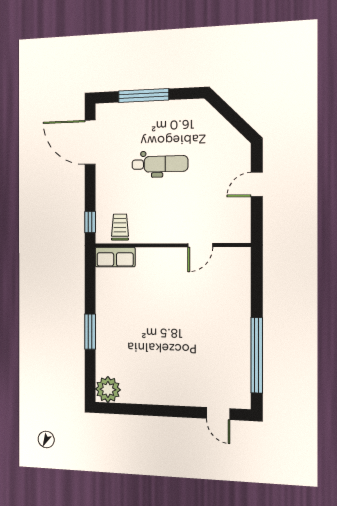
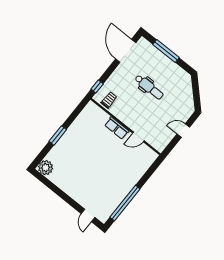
row of seats: (115, 257) -> (117, 128), moved

